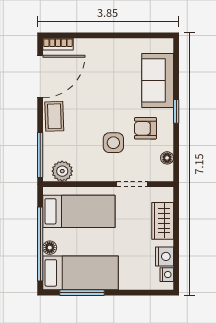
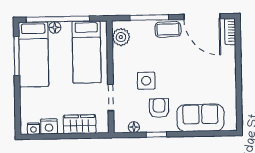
window: (176, 111) -> (156, 134), moved
window: (40, 155) -> (149, 18), moved

